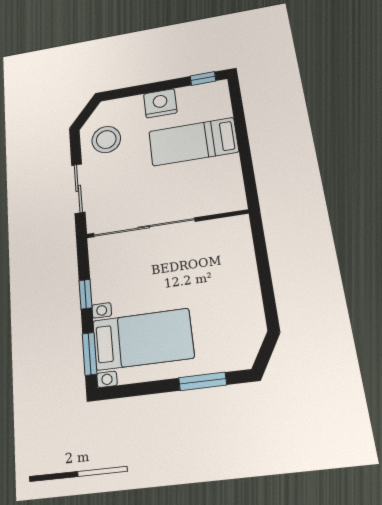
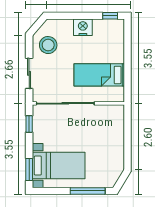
bed: (193, 142) -> (99, 75), moved
window: (85, 294) -> (29, 124), moved
window: (203, 381) -> (88, 191), width x1.44

